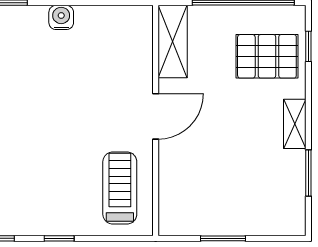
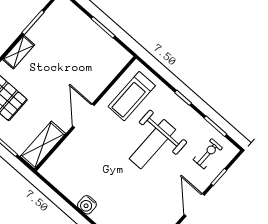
door: (156, 116) -> (83, 116), hinge flipped
weight bench: (47, 154) -> (152, 144), added

